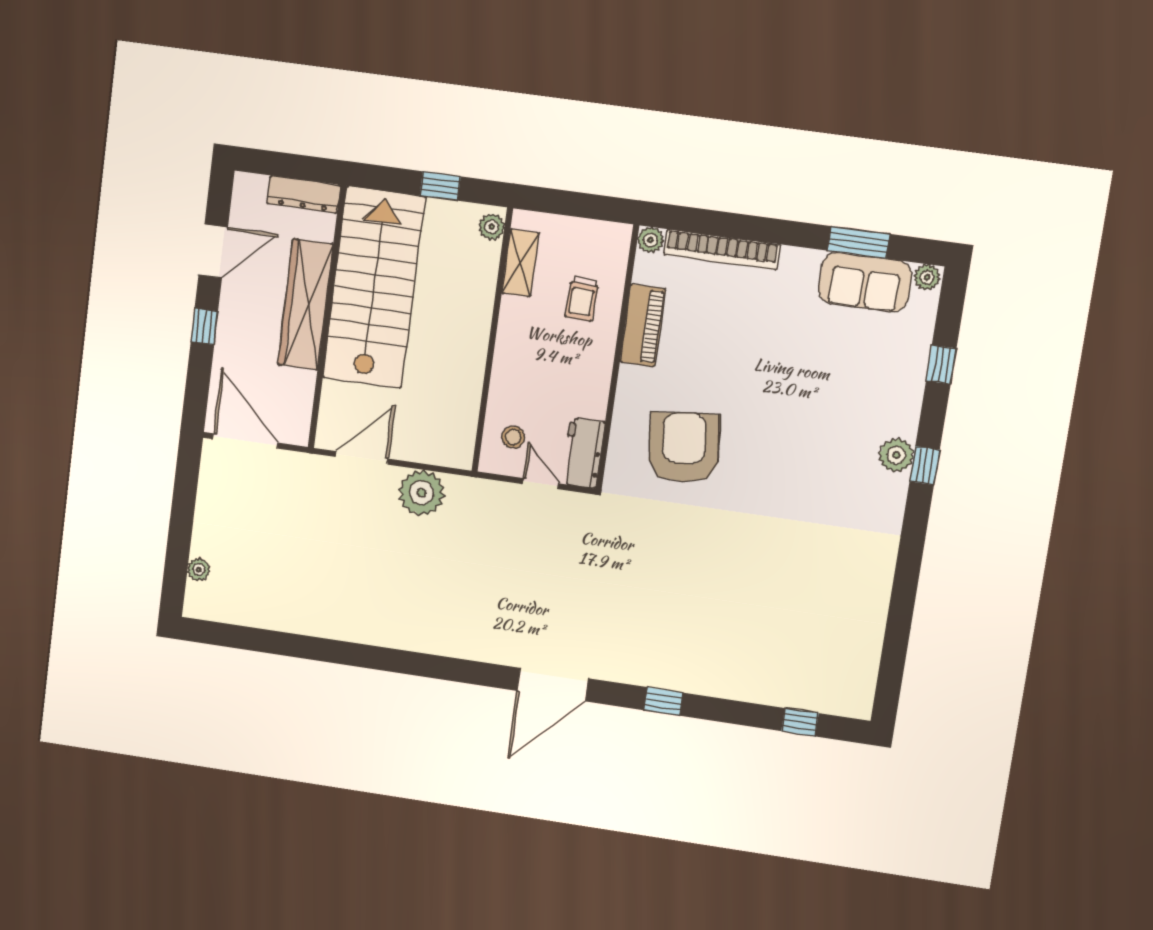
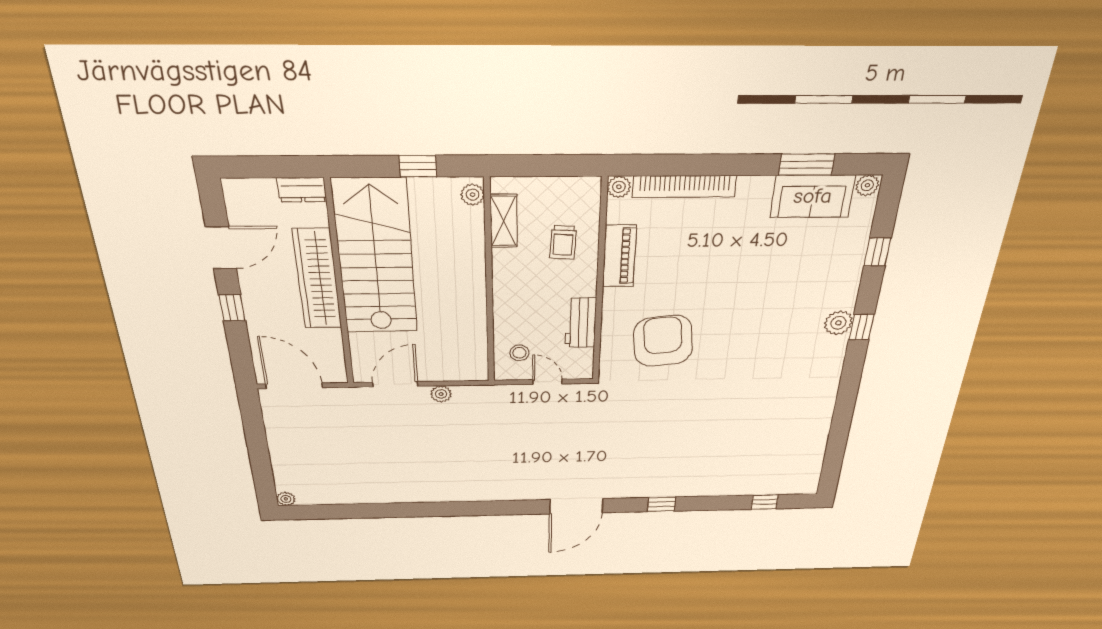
dresser: (304, 194) -> (302, 190), width x0.70
workbench: (583, 453) -> (581, 323), moved
plant: (422, 493) -> (441, 394), width x0.53, depth x0.53
plant: (199, 570) -> (286, 499), moved

